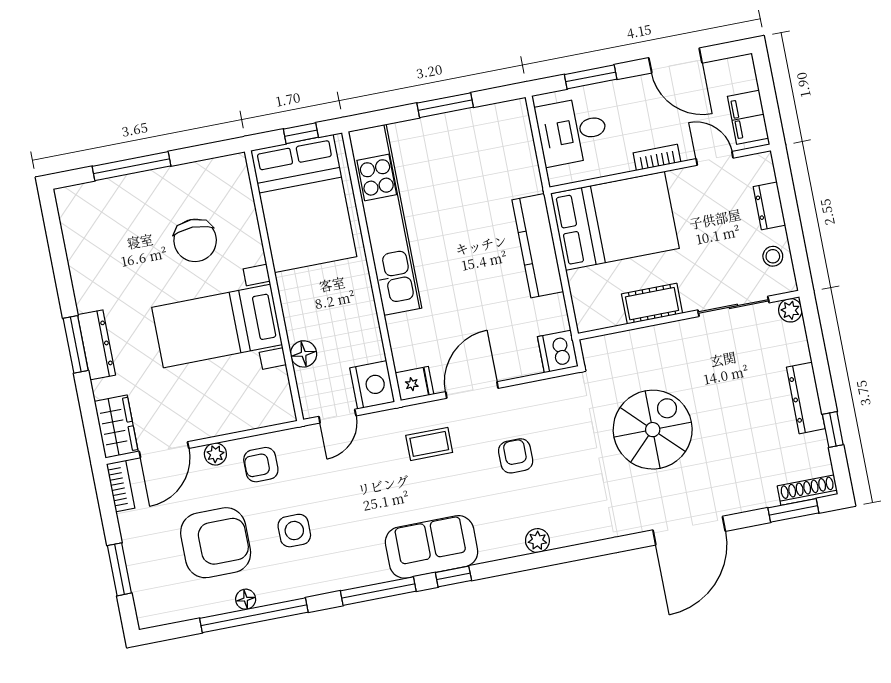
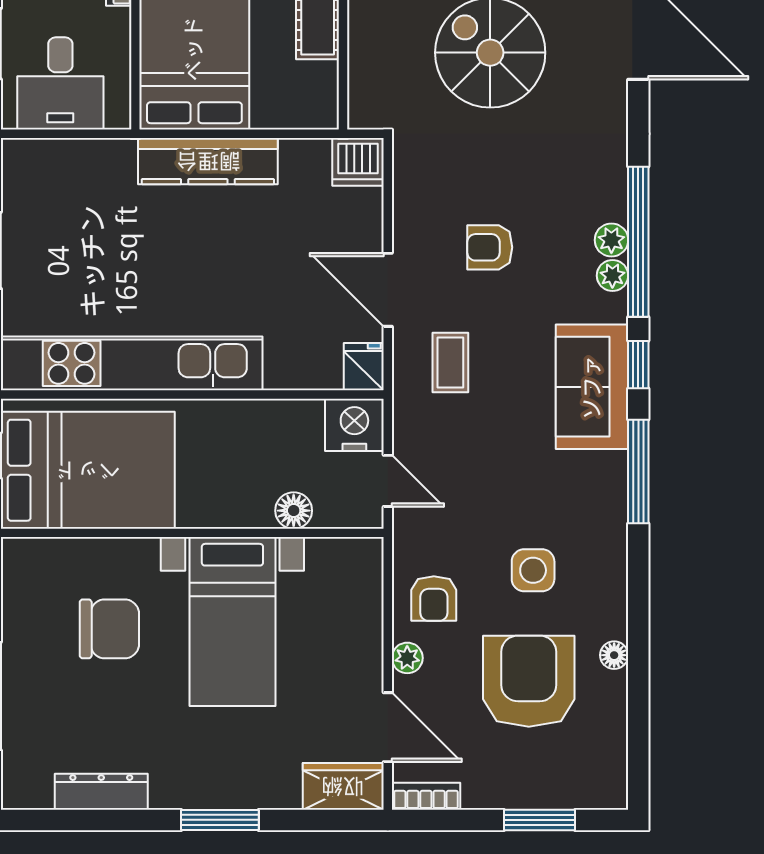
dresser: (97, 345) -> (101, 792), moved
plant: (513, 546) -> (612, 276), added
window: (254, 615) -> (638, 242), moved

